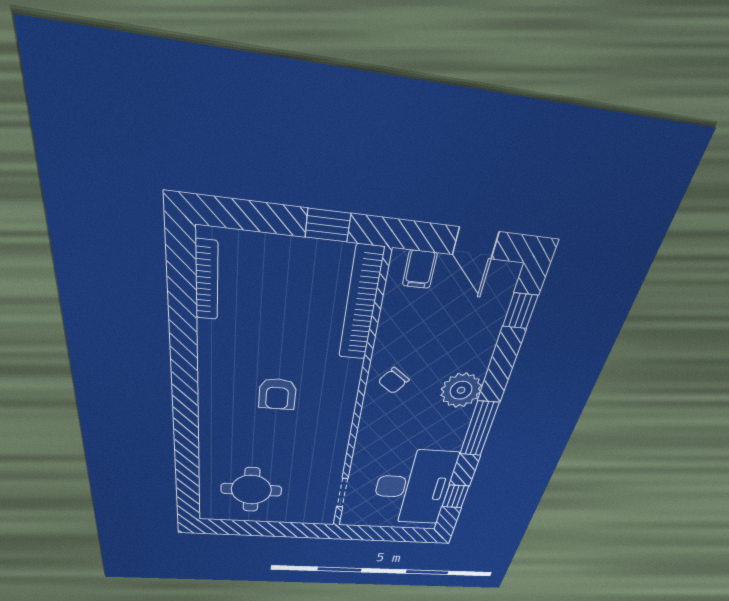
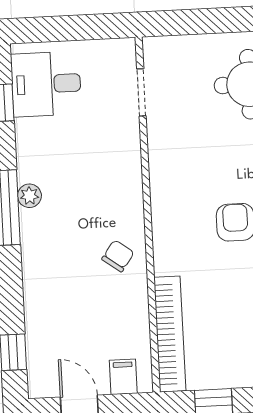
plant: (461, 390) -> (29, 196), moved, width x0.53, depth x0.53
desk: (413, 487) -> (46, 84), width x0.53, depth x0.77

